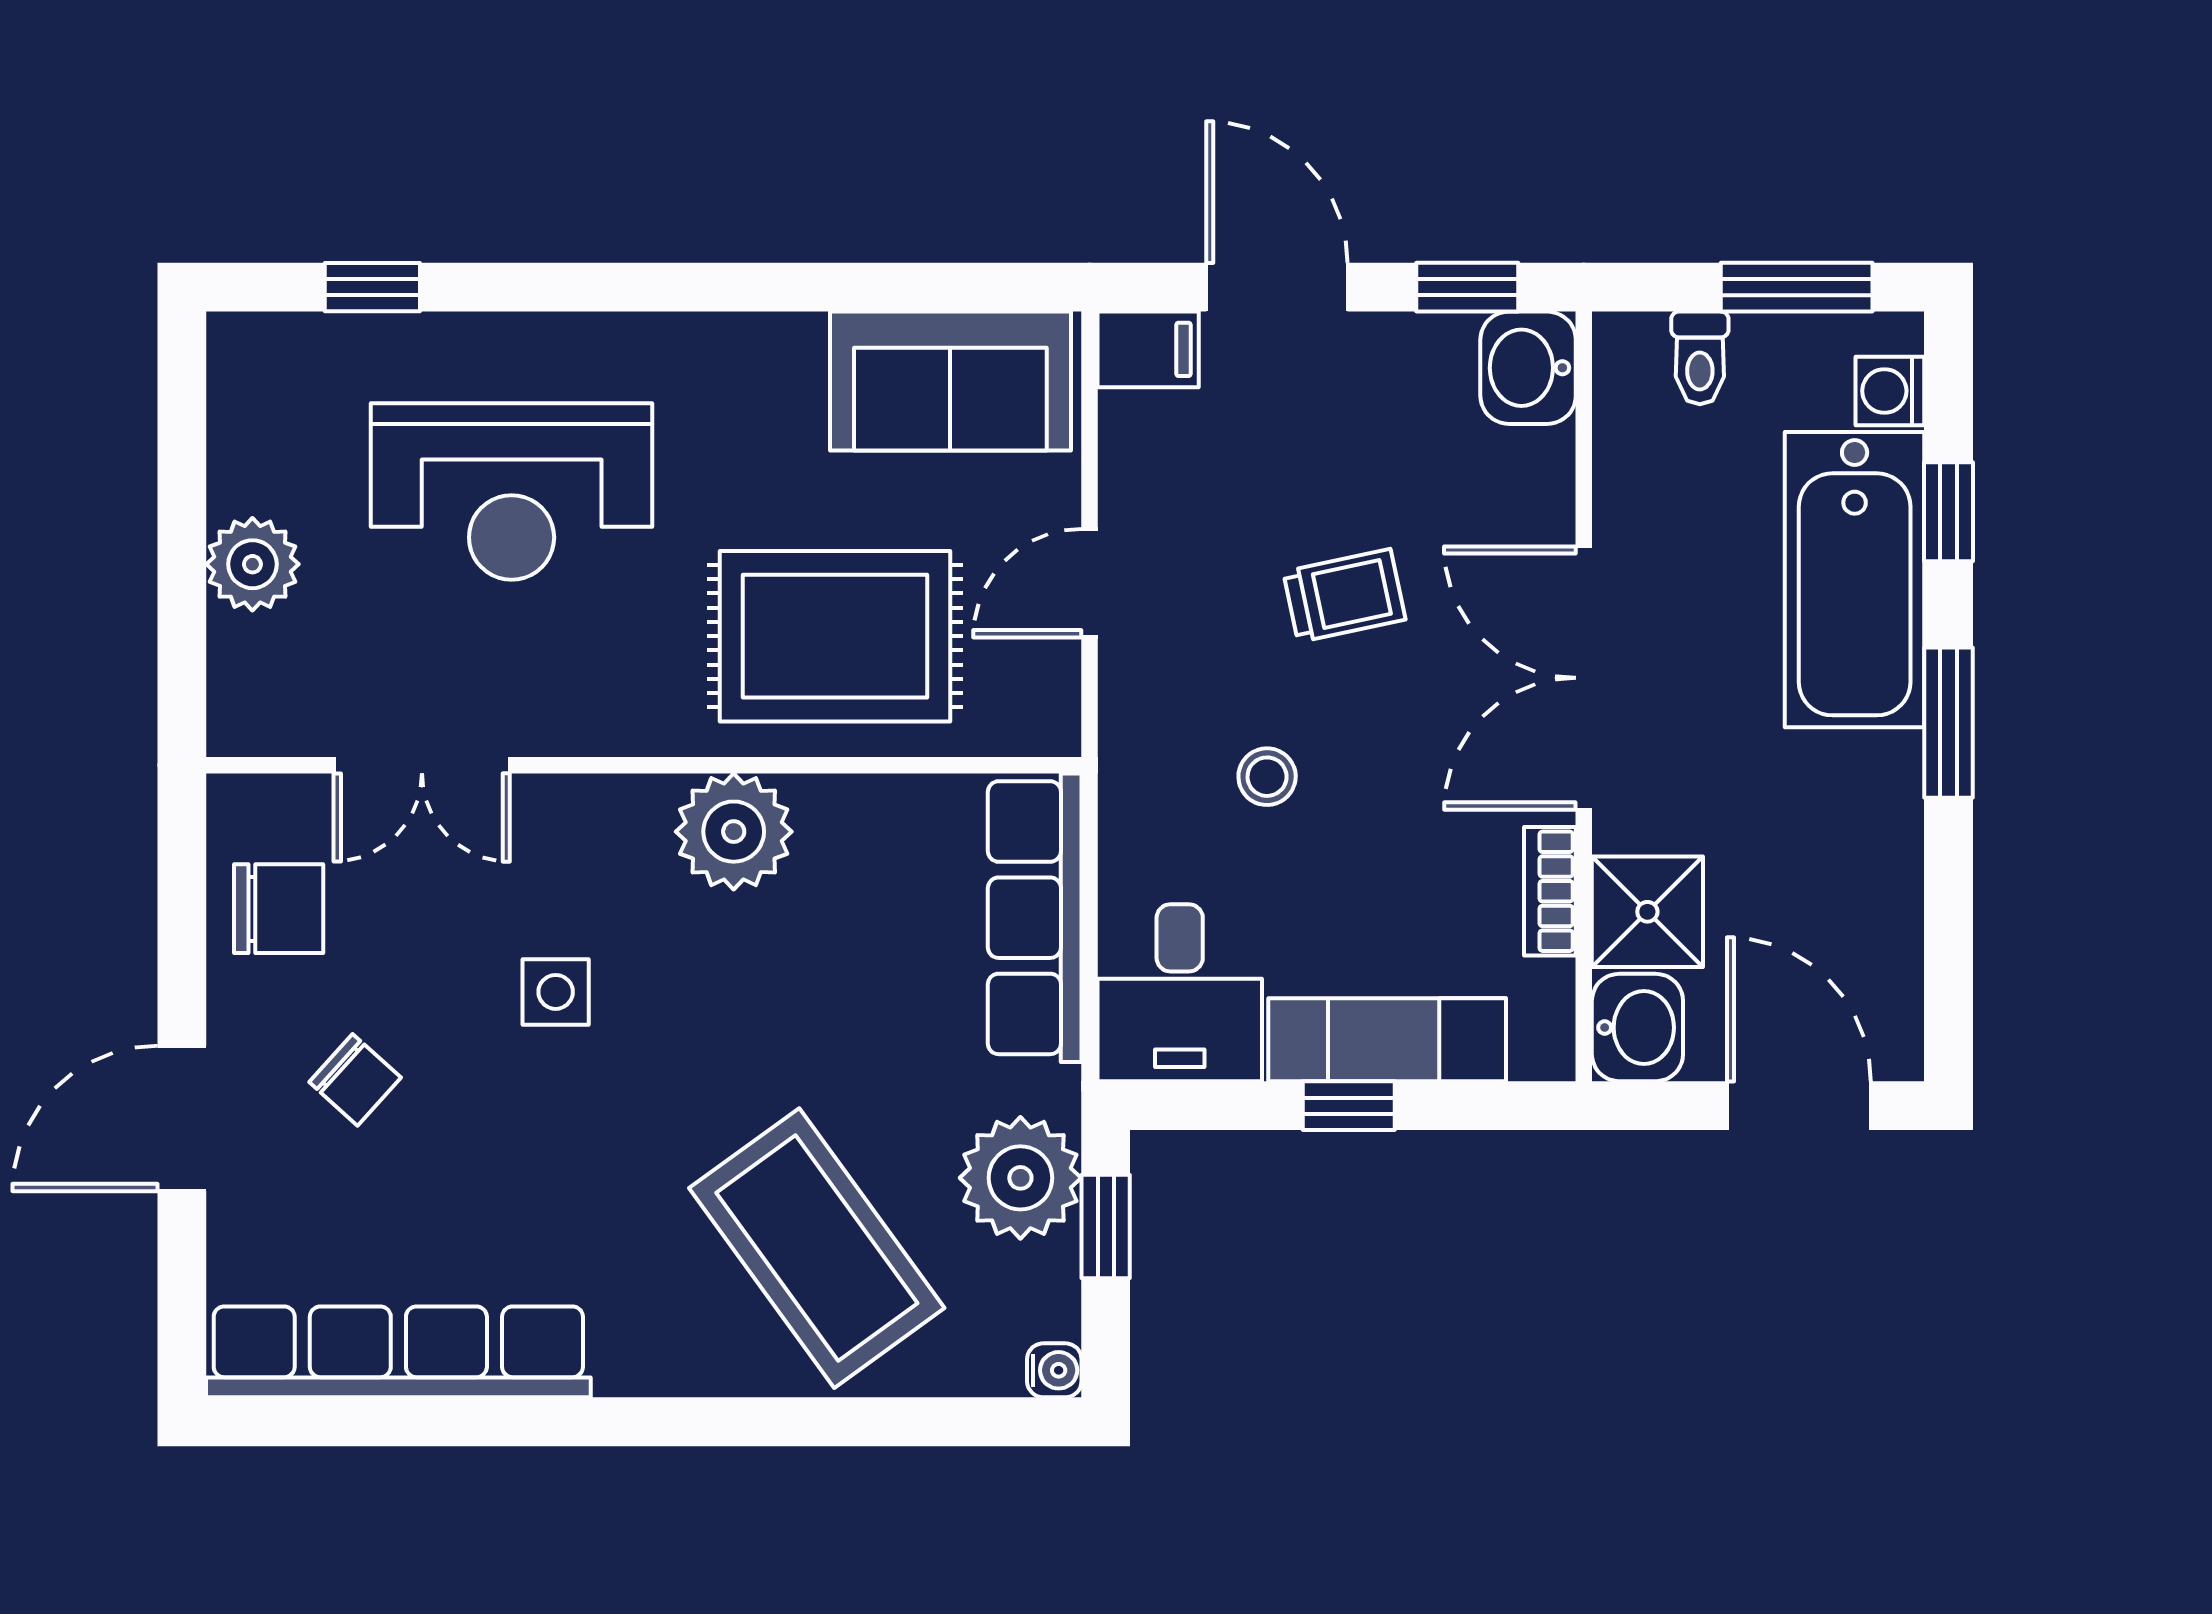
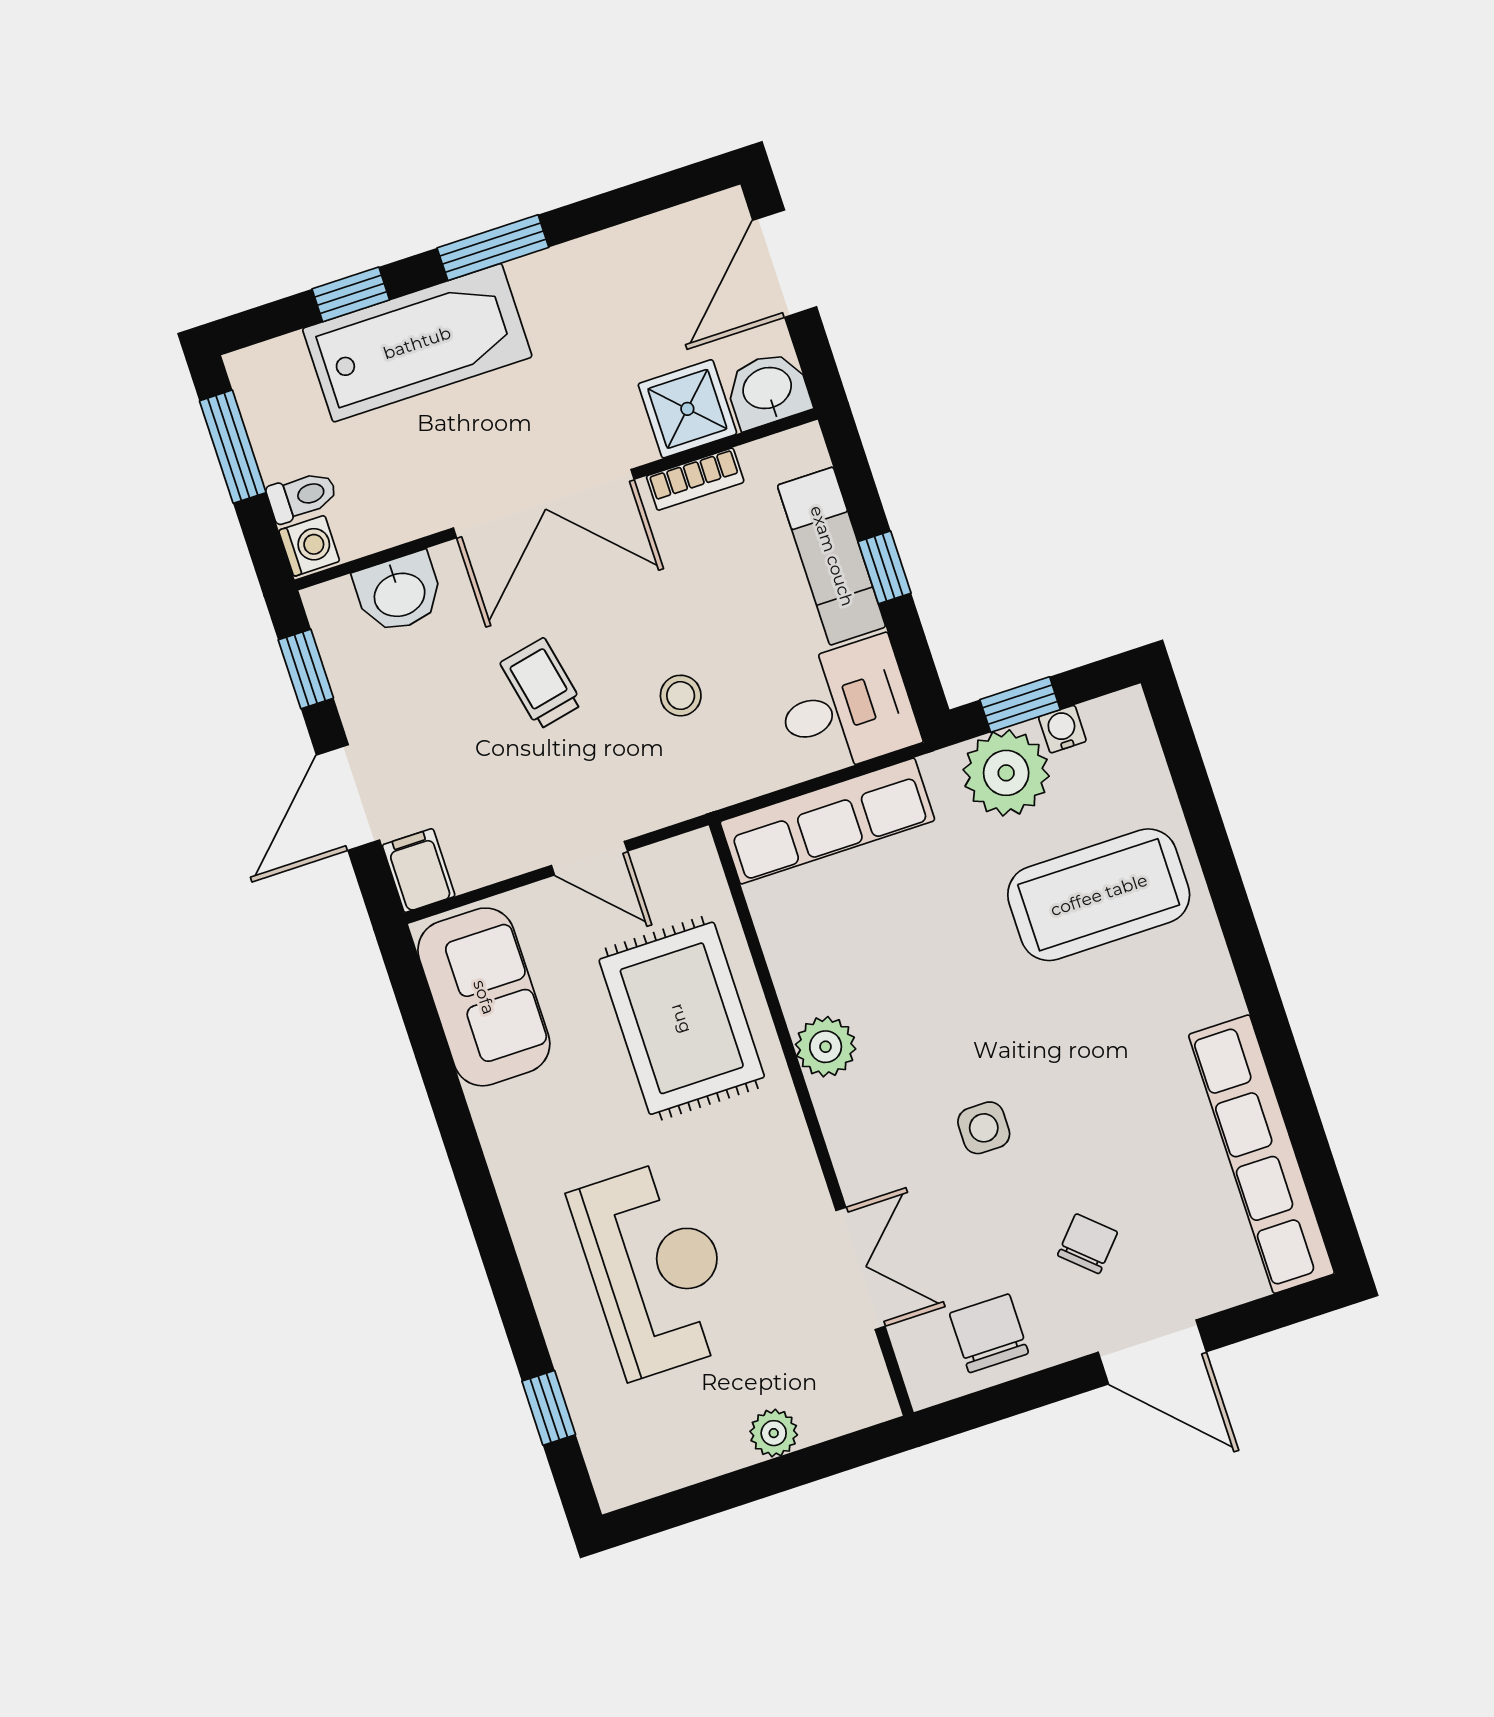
washbasin: (1528, 368) -> (399, 593), moved
washing machine: (1890, 391) -> (309, 546), moved, turned -90
plant: (252, 564) -> (774, 1433), width x0.73, depth x0.73
plant: (734, 832) -> (826, 1047), width x0.73, depth x0.73
coffee table: (817, 1248) -> (1099, 895), turned 36
water cooler: (1054, 1370) -> (1062, 729), moved

